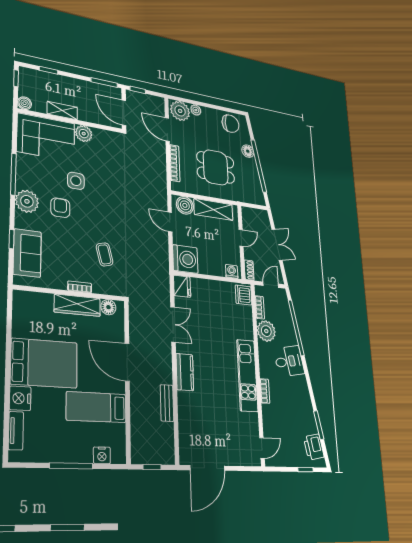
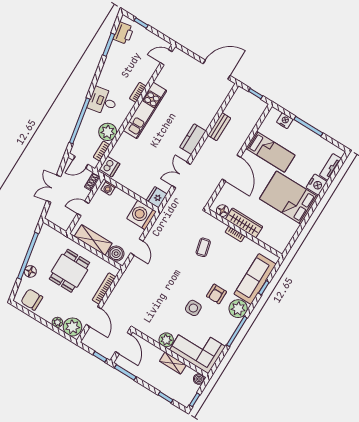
dining table: (216, 167) -> (70, 271), turned 90
sofa: (27, 253) -> (255, 279), width x1.36

